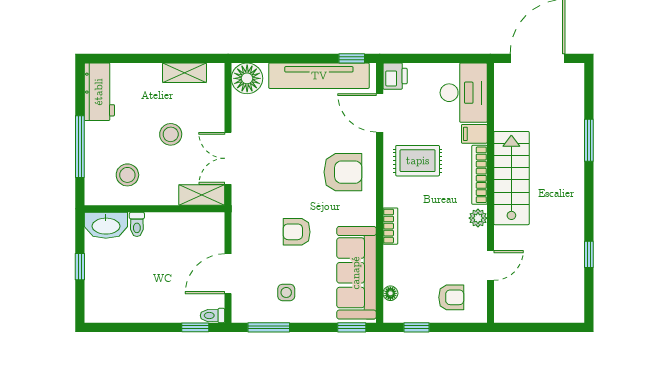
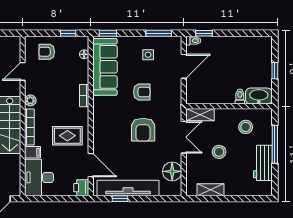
window: (352, 58) -> (120, 199), moved
floor lamp: (247, 78) -> (172, 171), moved
workbench: (99, 92) -> (263, 163), moved
armchair: (343, 172) -> (143, 130), moved, turned -90

